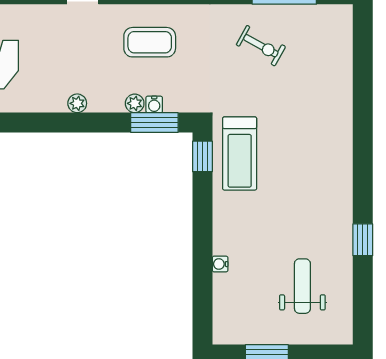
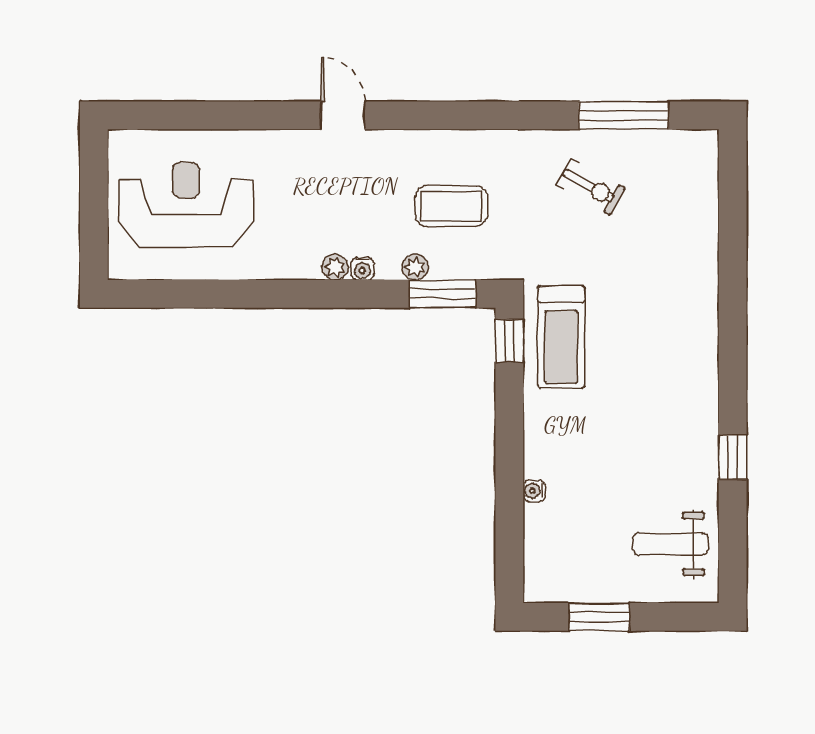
coffee table: (150, 42) -> (451, 206), moved
water cooler: (154, 104) -> (362, 269), moved
weight bench: (302, 286) -> (671, 544), moved, turned -90

